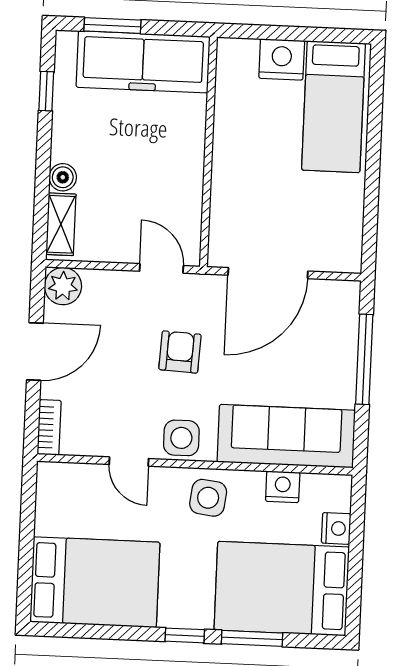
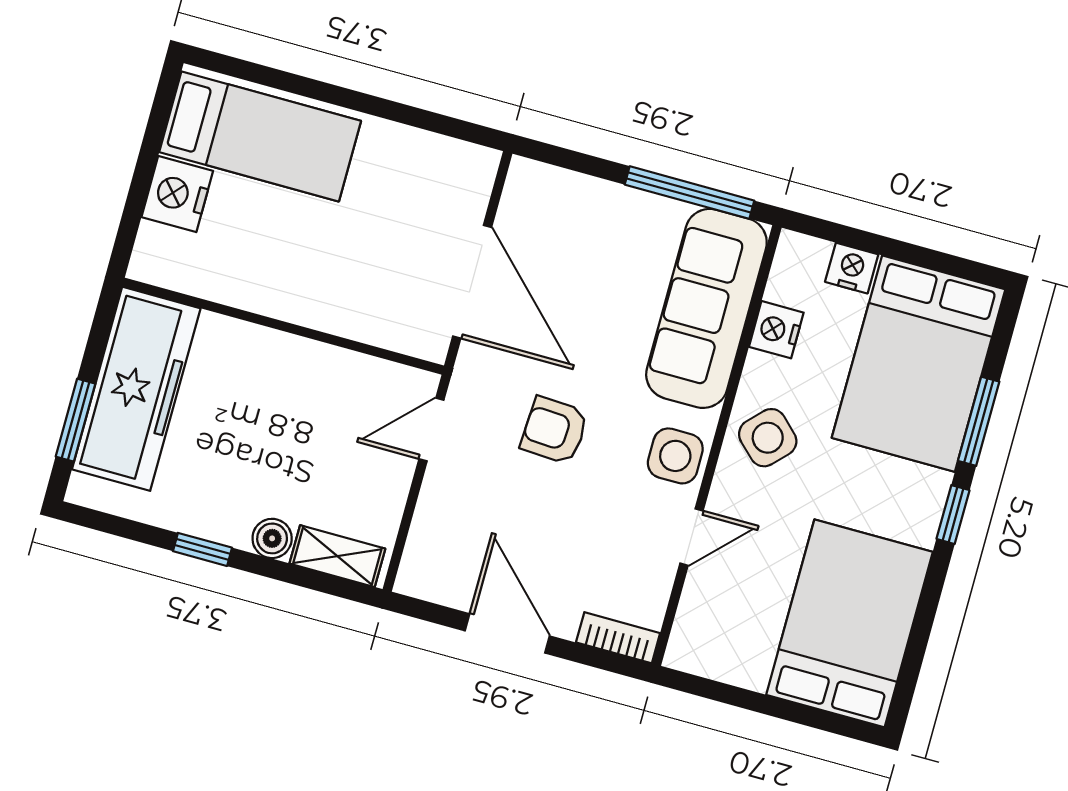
window: (46, 91) -> (202, 549), moved
plant: (63, 286) -> (425, 573), removed
window: (364, 359) -> (690, 193), moved
side table: (208, 498) -> (768, 438), turned 37

